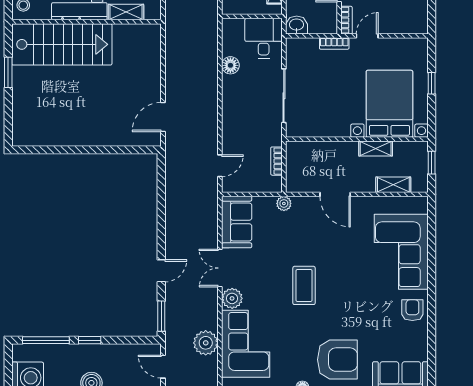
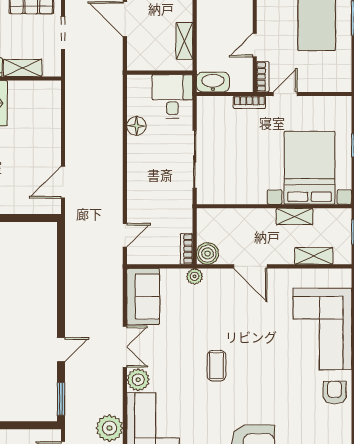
washbasin: (297, 25) -> (213, 82), width x1.38
bookcase: (276, 161) -> (187, 249), moved
boiler: (296, 183) -> (207, 254), added
double door: (220, 268) -> (125, 347), swing flipped
coffee table: (304, 285) -> (216, 366), width x0.73, depth x0.77

